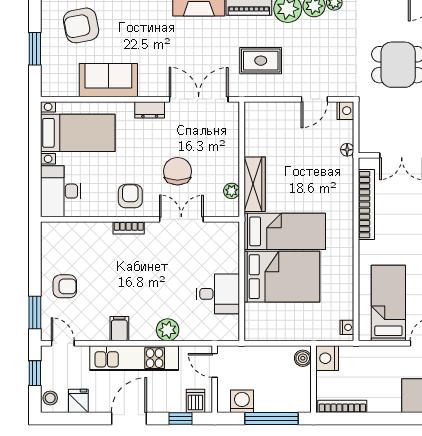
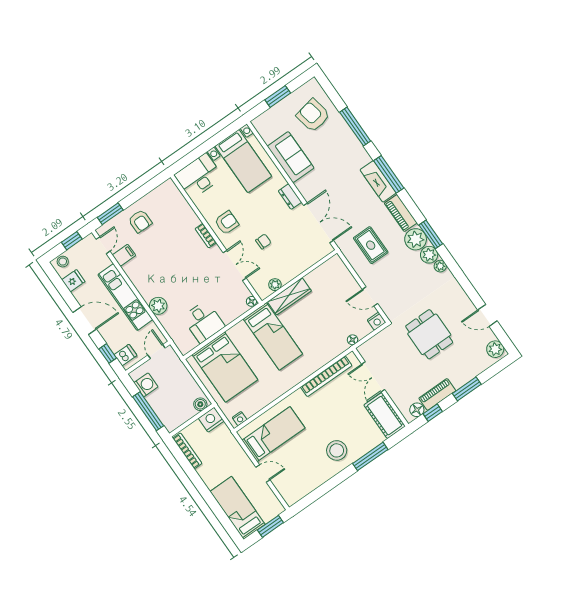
chair: (177, 171) -> (263, 241), width x0.54, depth x0.54
floor lamp: (232, 228) -> (251, 301), added
bed: (282, 277) -> (225, 367), moved
filing cabinet: (119, 329) -> (124, 255), moved

